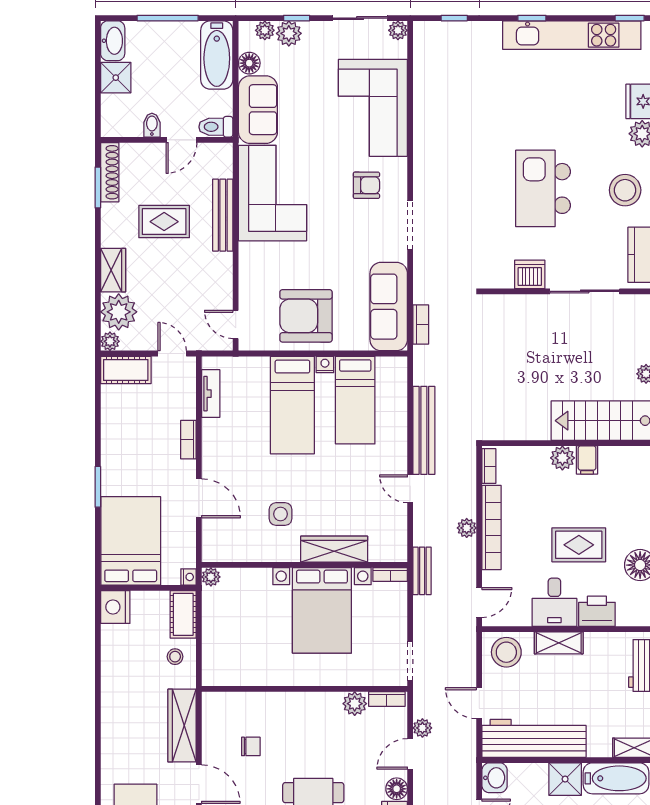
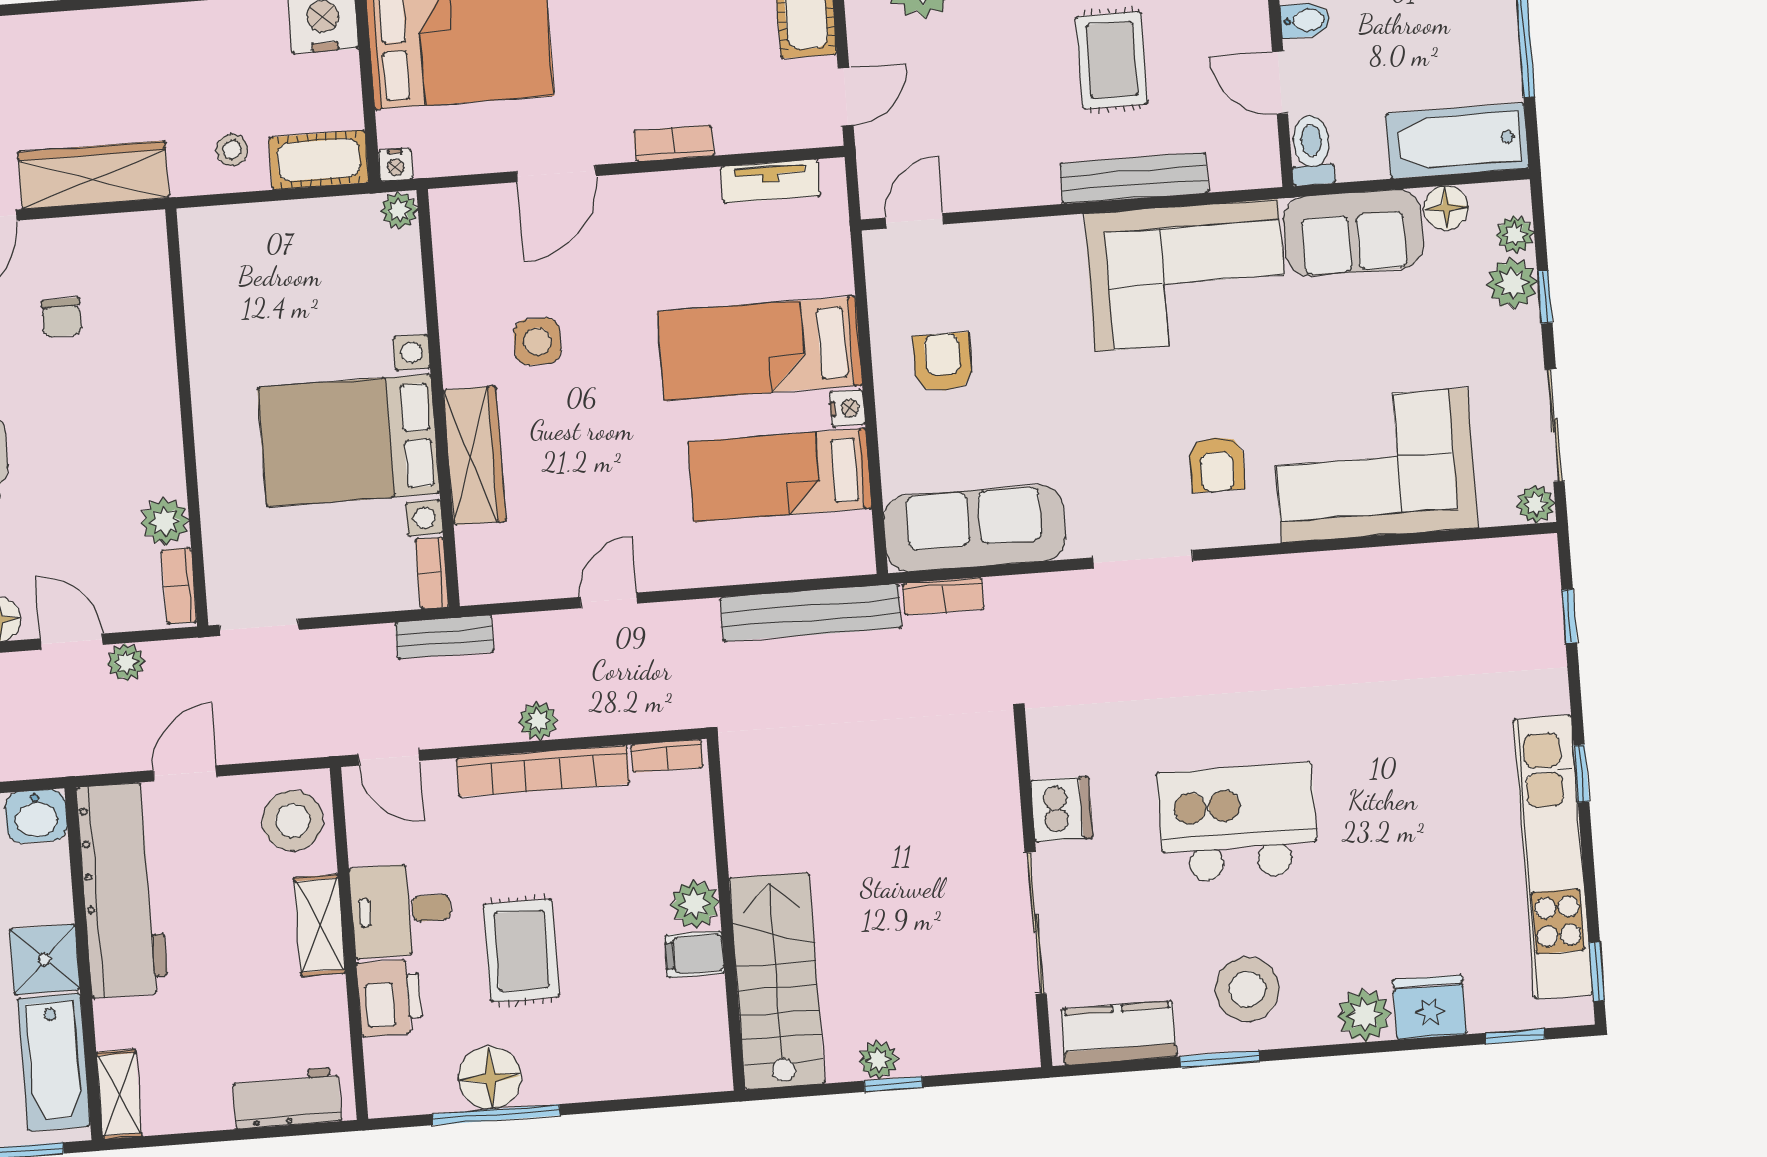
armchair: (306, 316) -> (943, 362), width x0.53, depth x0.53
bench: (424, 430) -> (811, 613), moved

